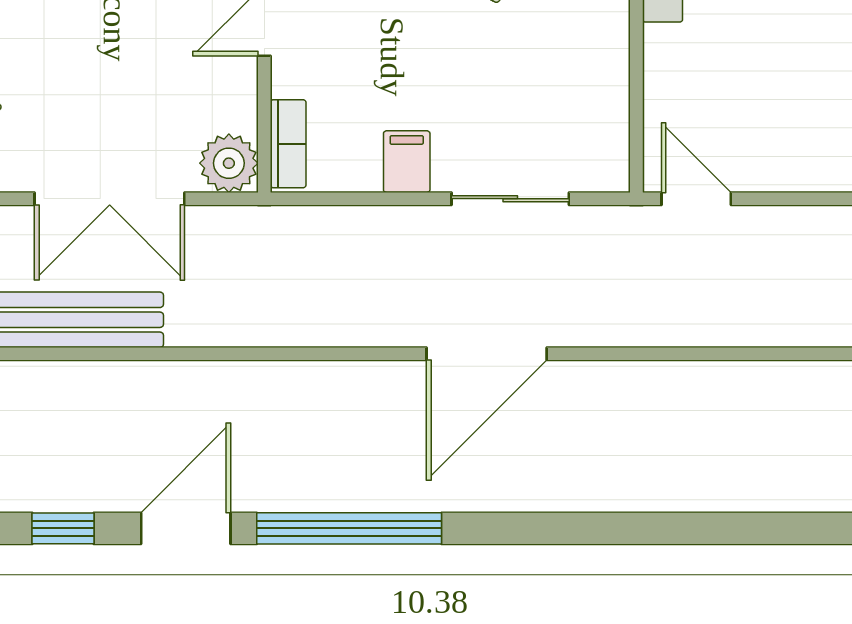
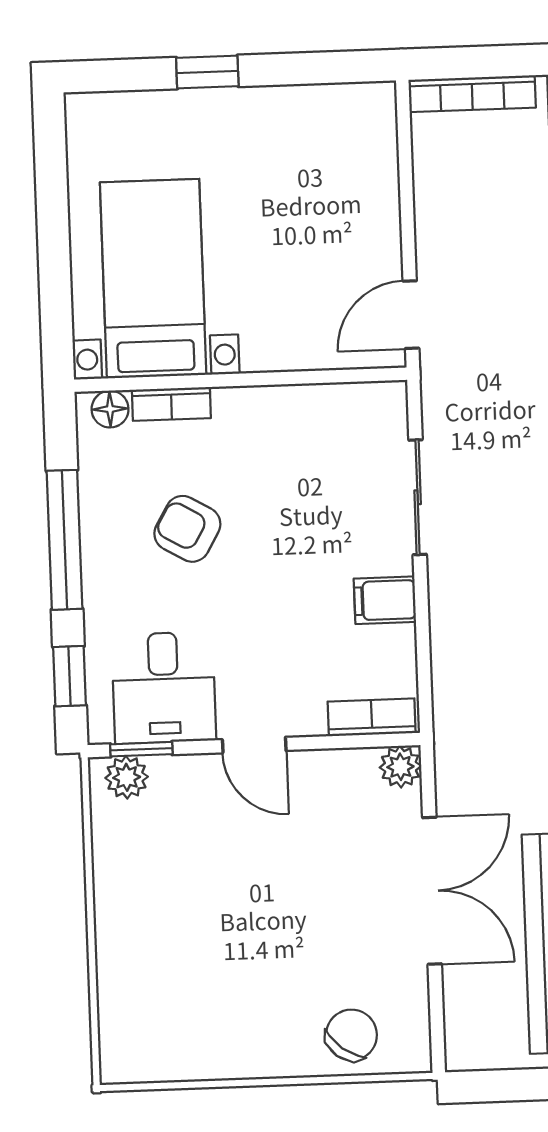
plant: (229, 163) -> (400, 767), width x0.73, depth x0.73

